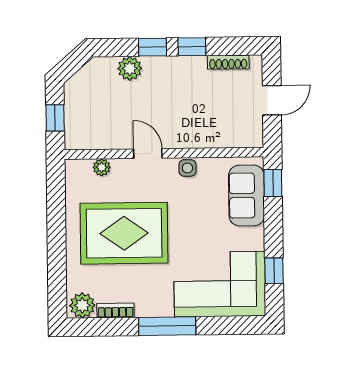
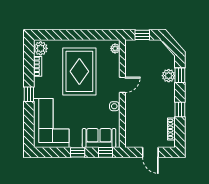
window: (152, 47) -> (180, 75), moved
plant: (102, 167) -> (115, 48), moved
window: (274, 271) -> (78, 152), moved
window: (167, 326) -> (29, 94), width x0.46

